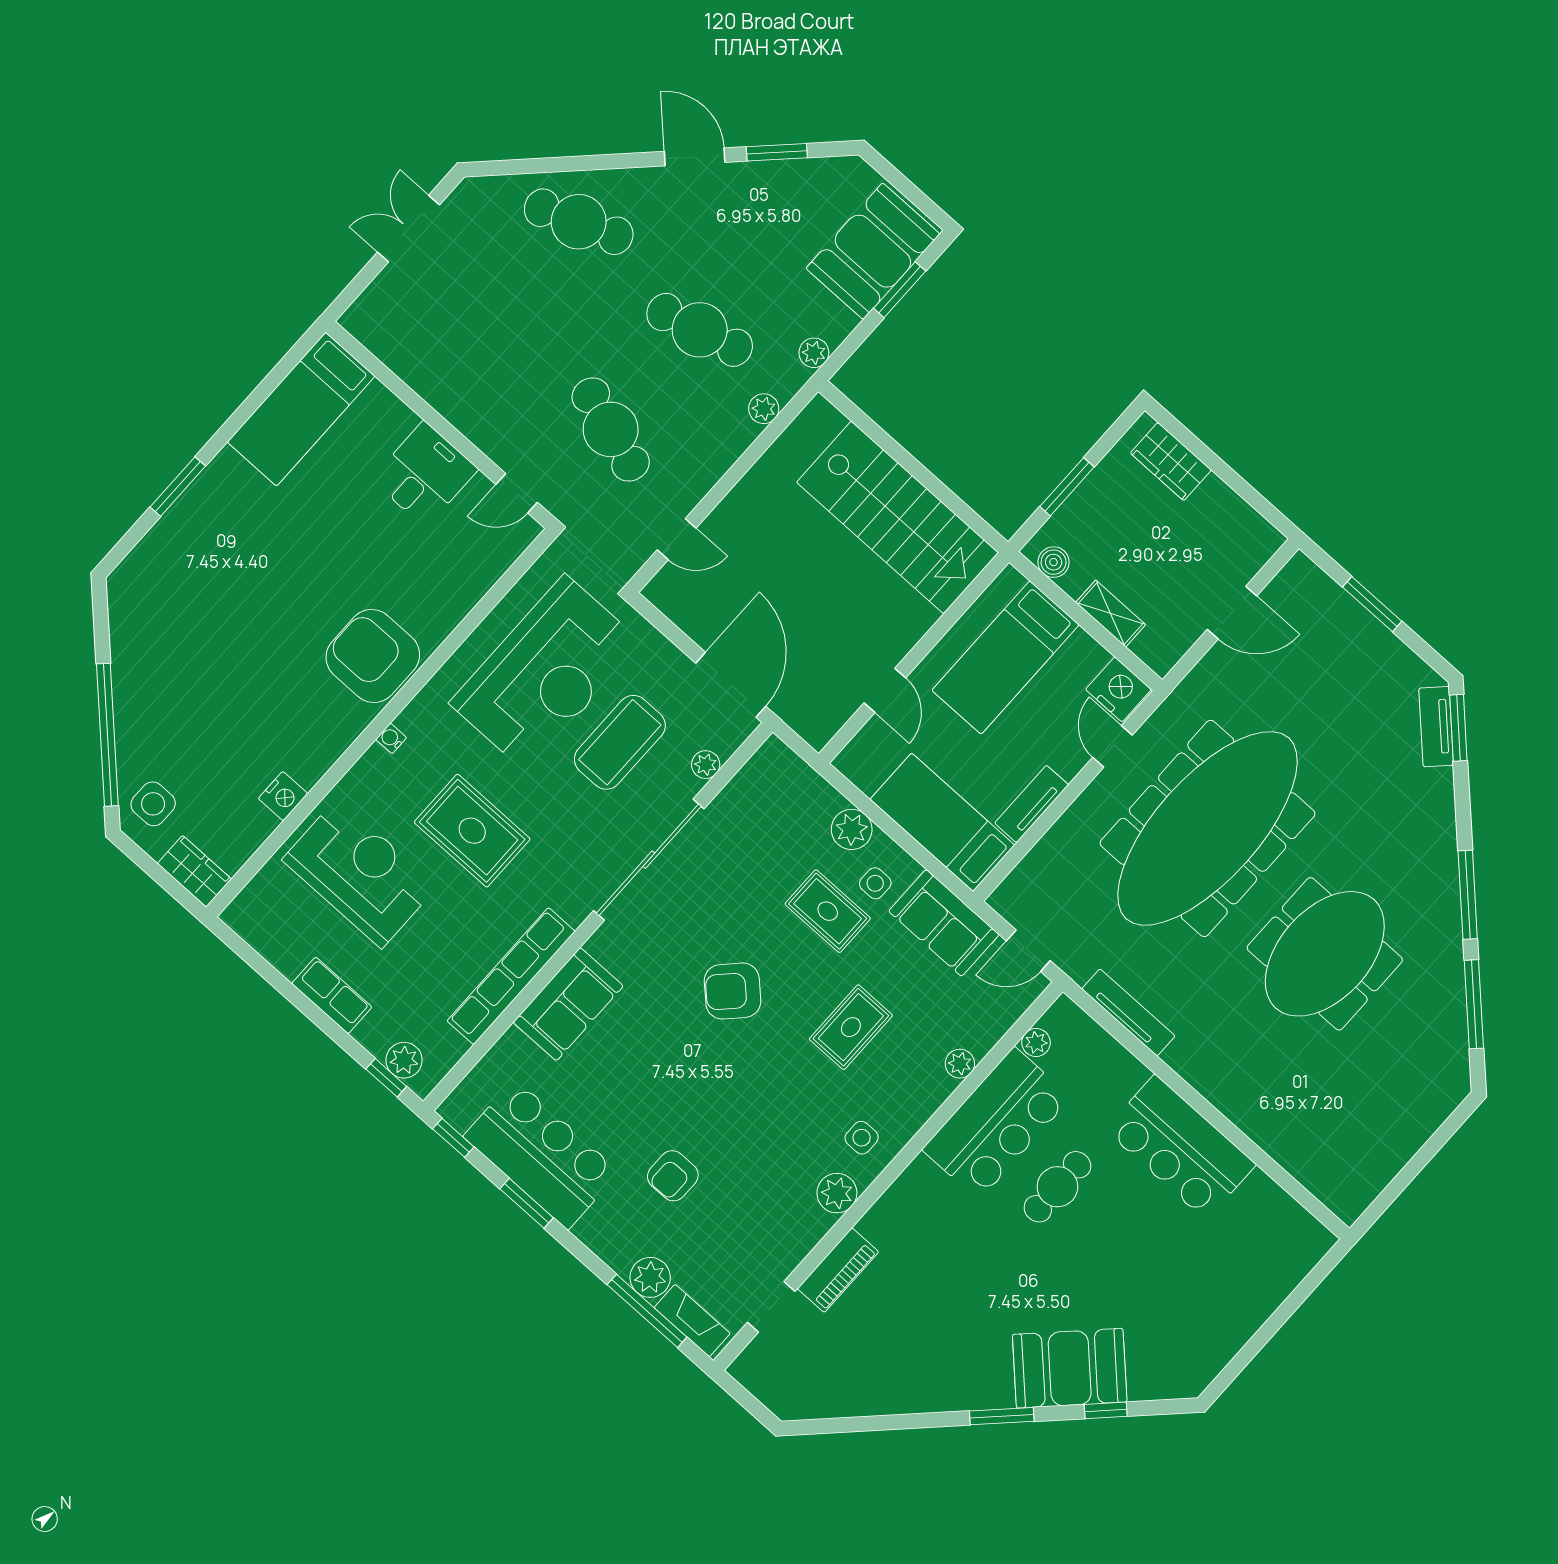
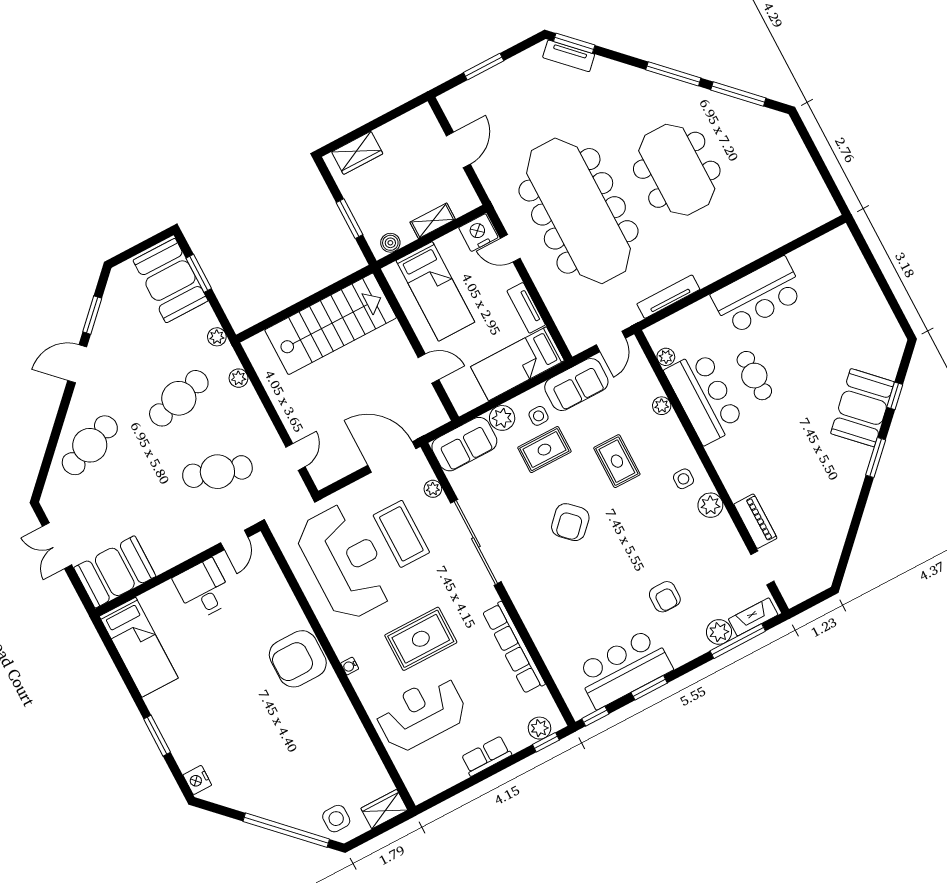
booth: (401, 331) -> (115, 572), added
nightstand: (283, 796) -> (197, 780), moved, turned 180
sofa: (568, 1004) -> (464, 444), moved, turned 90

